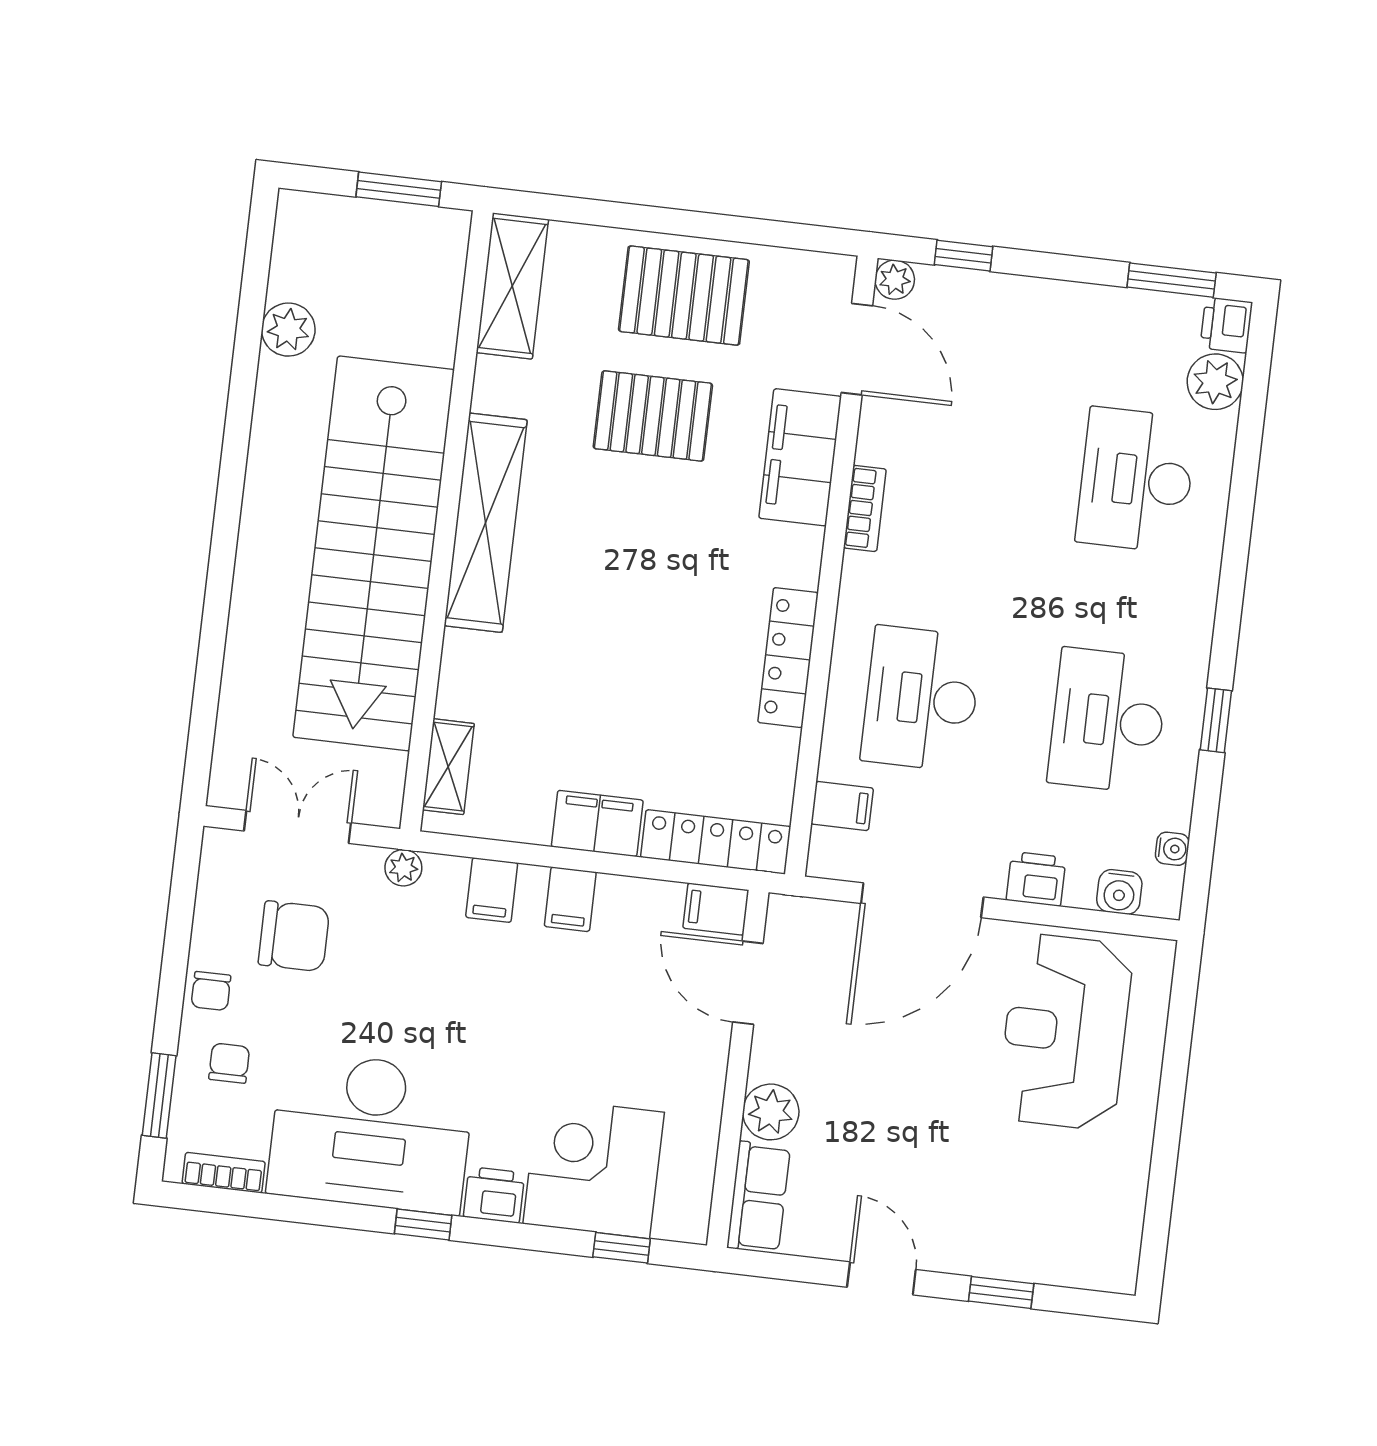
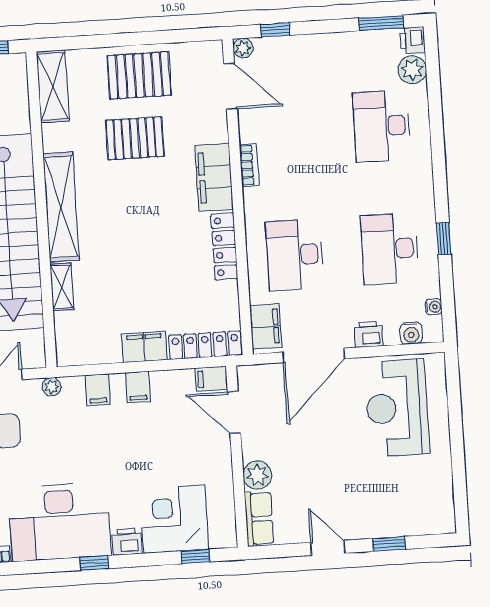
filing cabinet: (800, 457) -> (214, 177), moved
shelving: (448, 767) -> (62, 287), moved
filing cabinet: (842, 806) -> (266, 327), width x2.00

